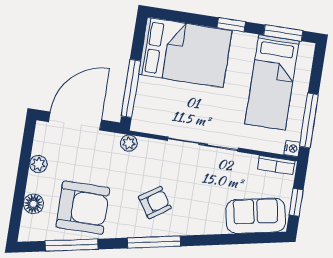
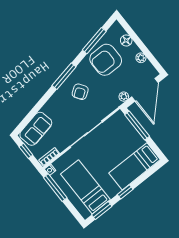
bed: (185, 53) -> (135, 166), width x0.67
plant: (129, 143) -> (124, 97), moved

